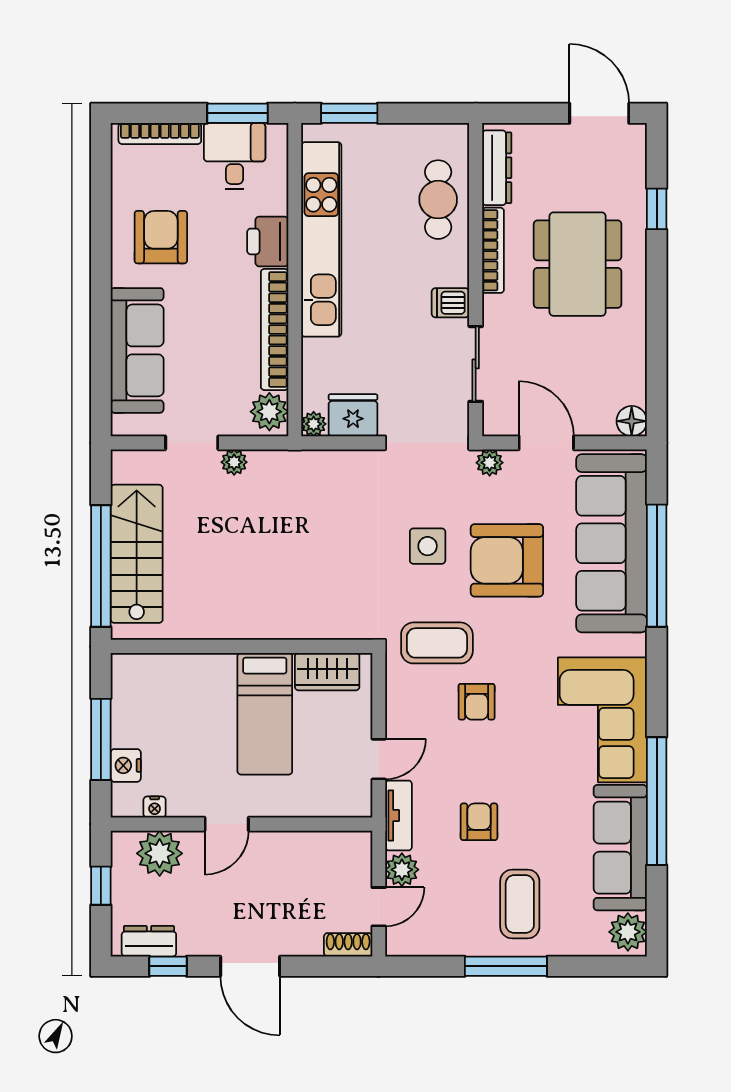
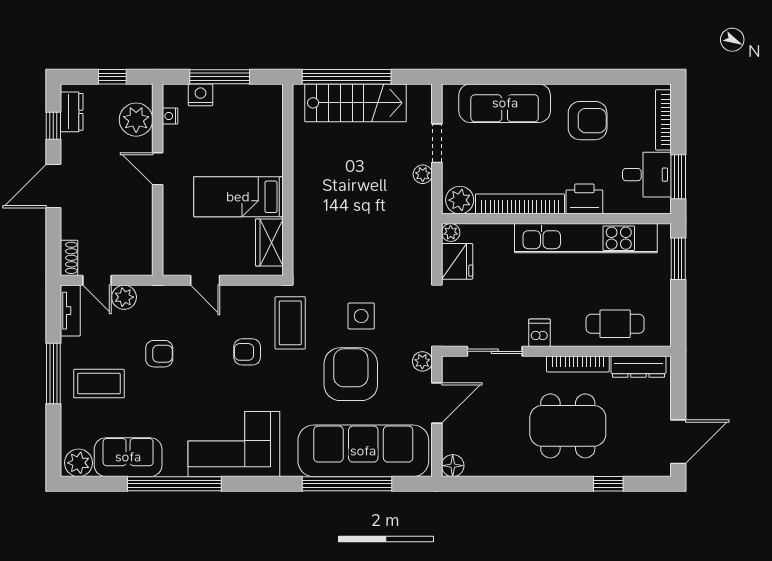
tv unit: (399, 815) -> (70, 311), moved, turned -90
sofa: (620, 848) -> (128, 457), width x0.73

